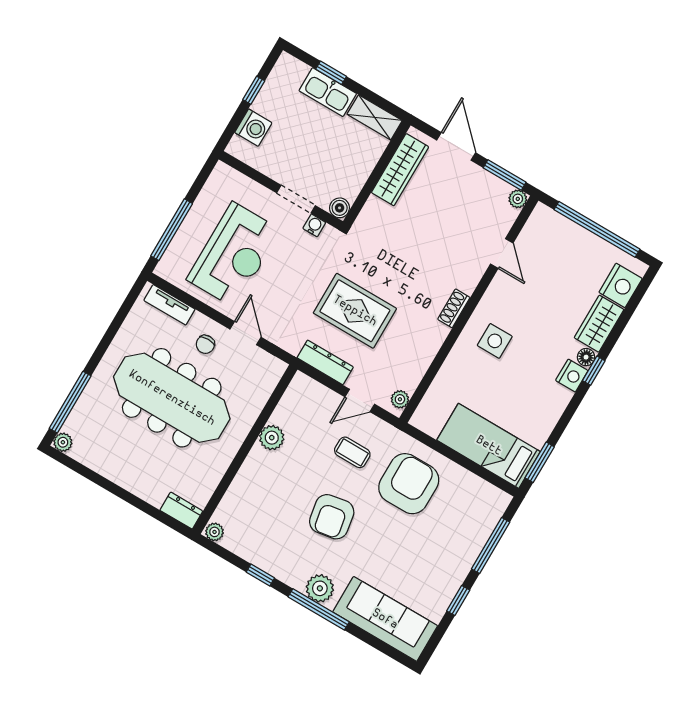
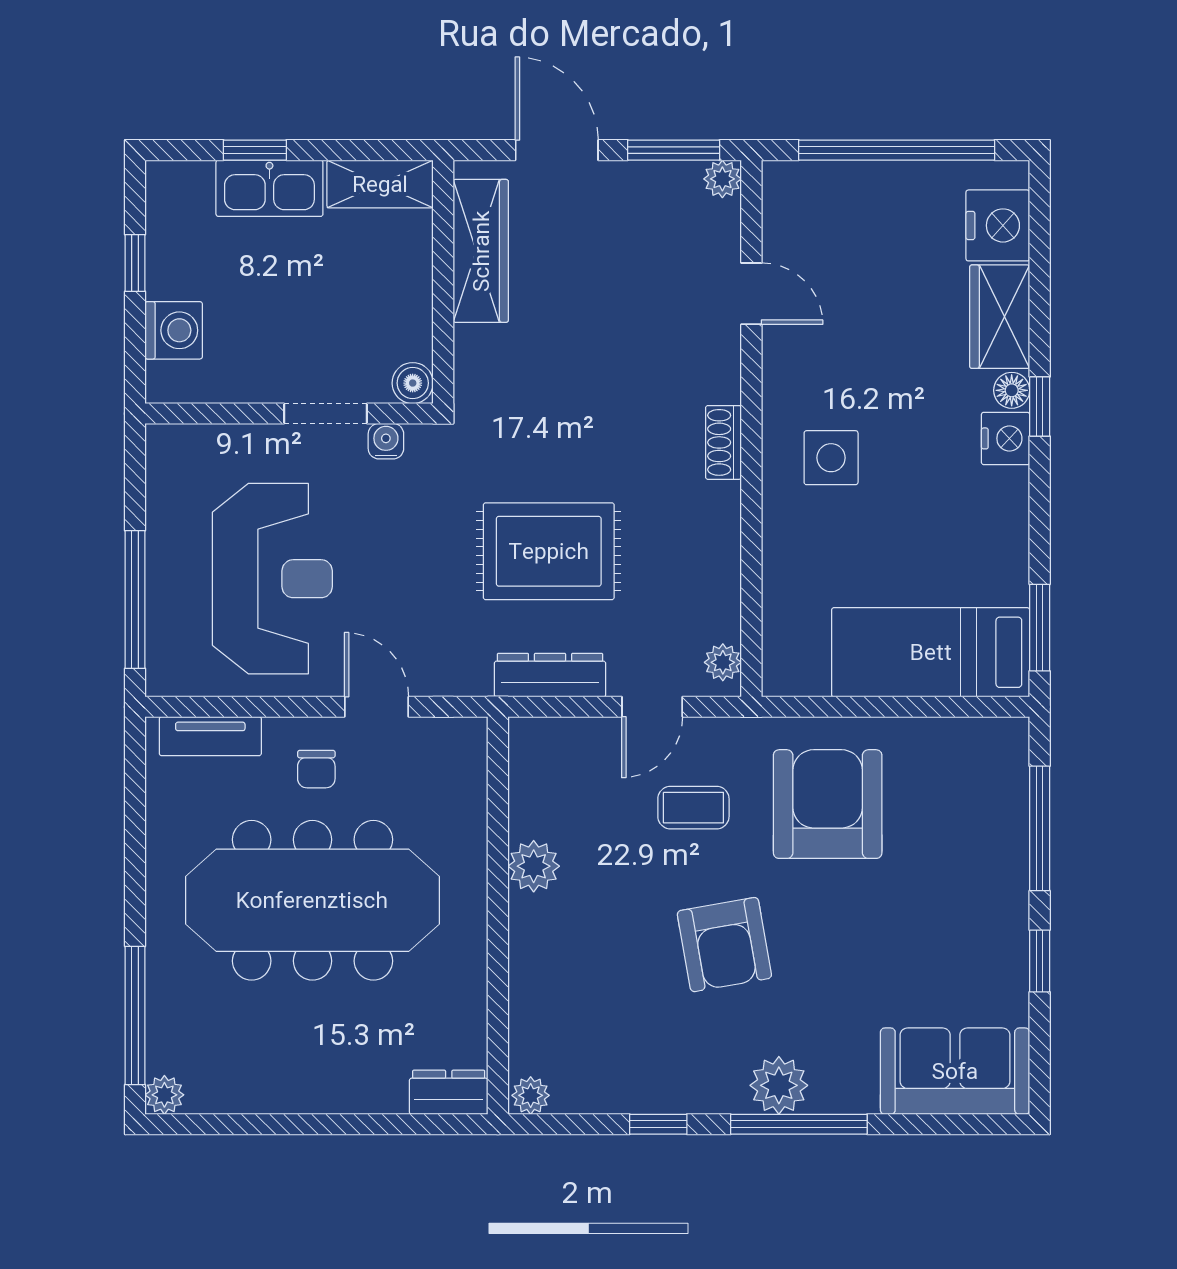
sofa: (385, 619) -> (955, 1071), width x0.73

